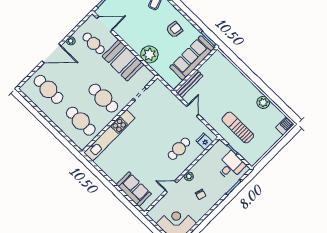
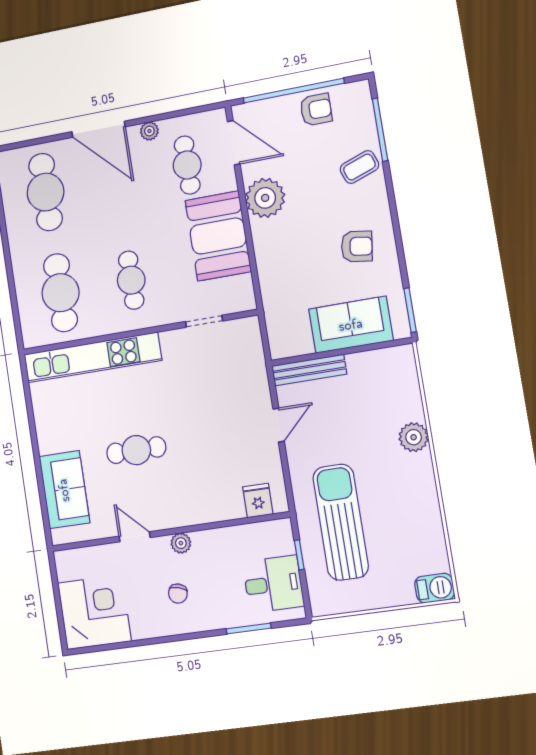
plant: (149, 54) -> (265, 198), moved
sofa: (192, 58) -> (351, 325), width x0.73
cafe table: (103, 98) -> (131, 280), width x0.73, depth x0.74
plant: (263, 102) -> (414, 437), moved
sun lounger: (238, 127) -> (341, 522), width x1.36, depth x1.34
cafe table: (179, 149) -> (136, 450), moved

